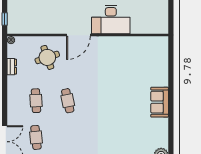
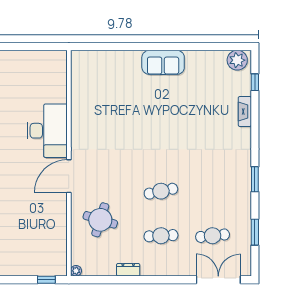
door: (78, 35) -> (69, 176), swing flipped
round table: (47, 57) -> (100, 220), turned 36
dresser: (12, 67) -> (128, 270), moved

